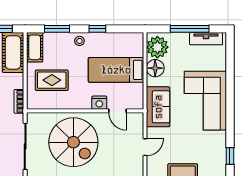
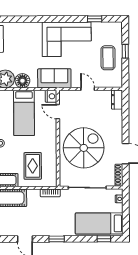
corner sofa: (205, 101) -> (67, 39), moved
nightstand: (99, 103) -> (51, 96), moved
door: (118, 111) -> (58, 112), swing flipped

